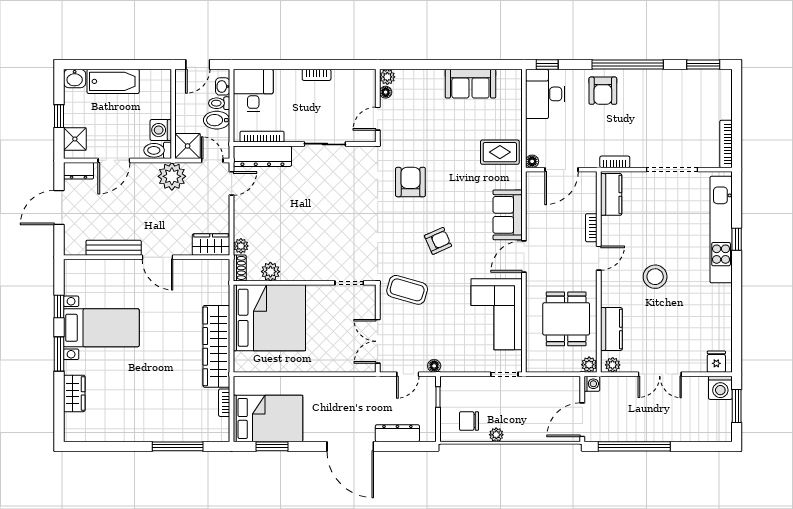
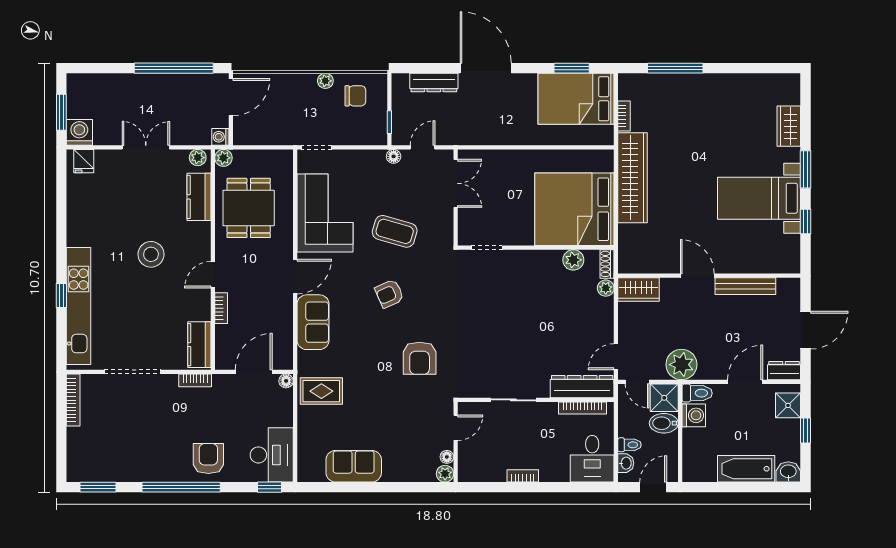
bidet: (217, 120) -> (664, 423), moved, turned 180
coffee table: (407, 290) -> (395, 231), moved

